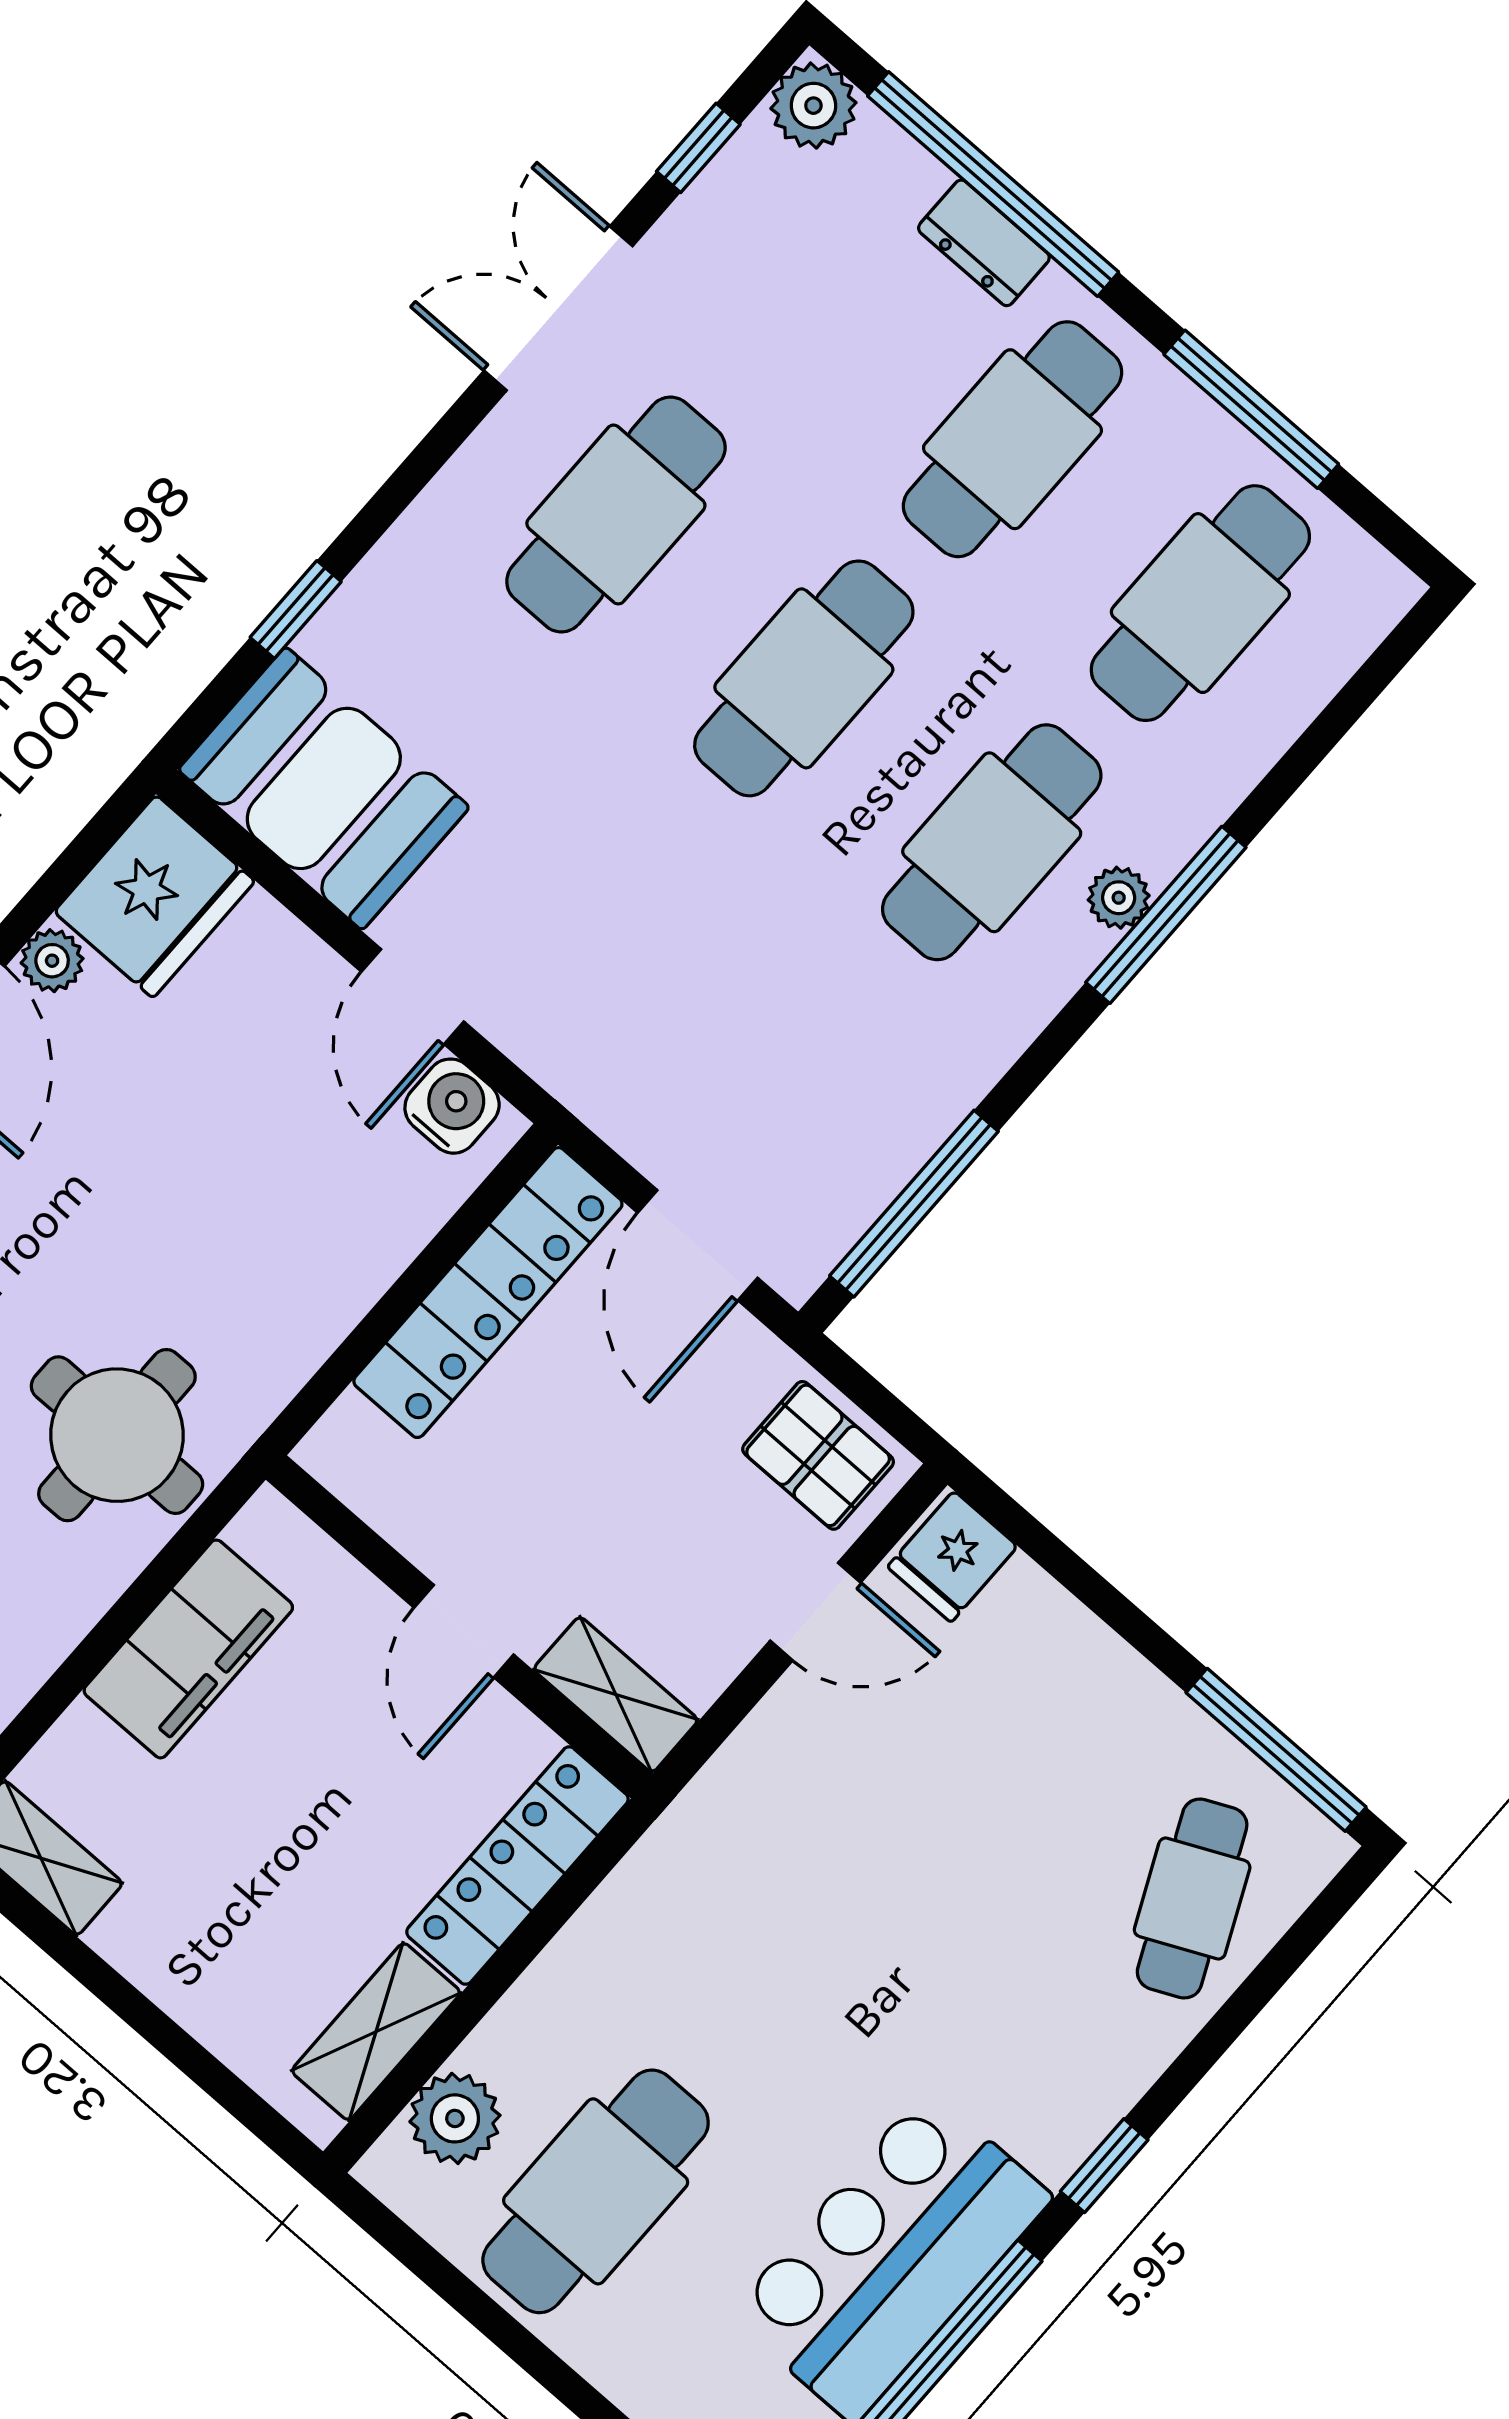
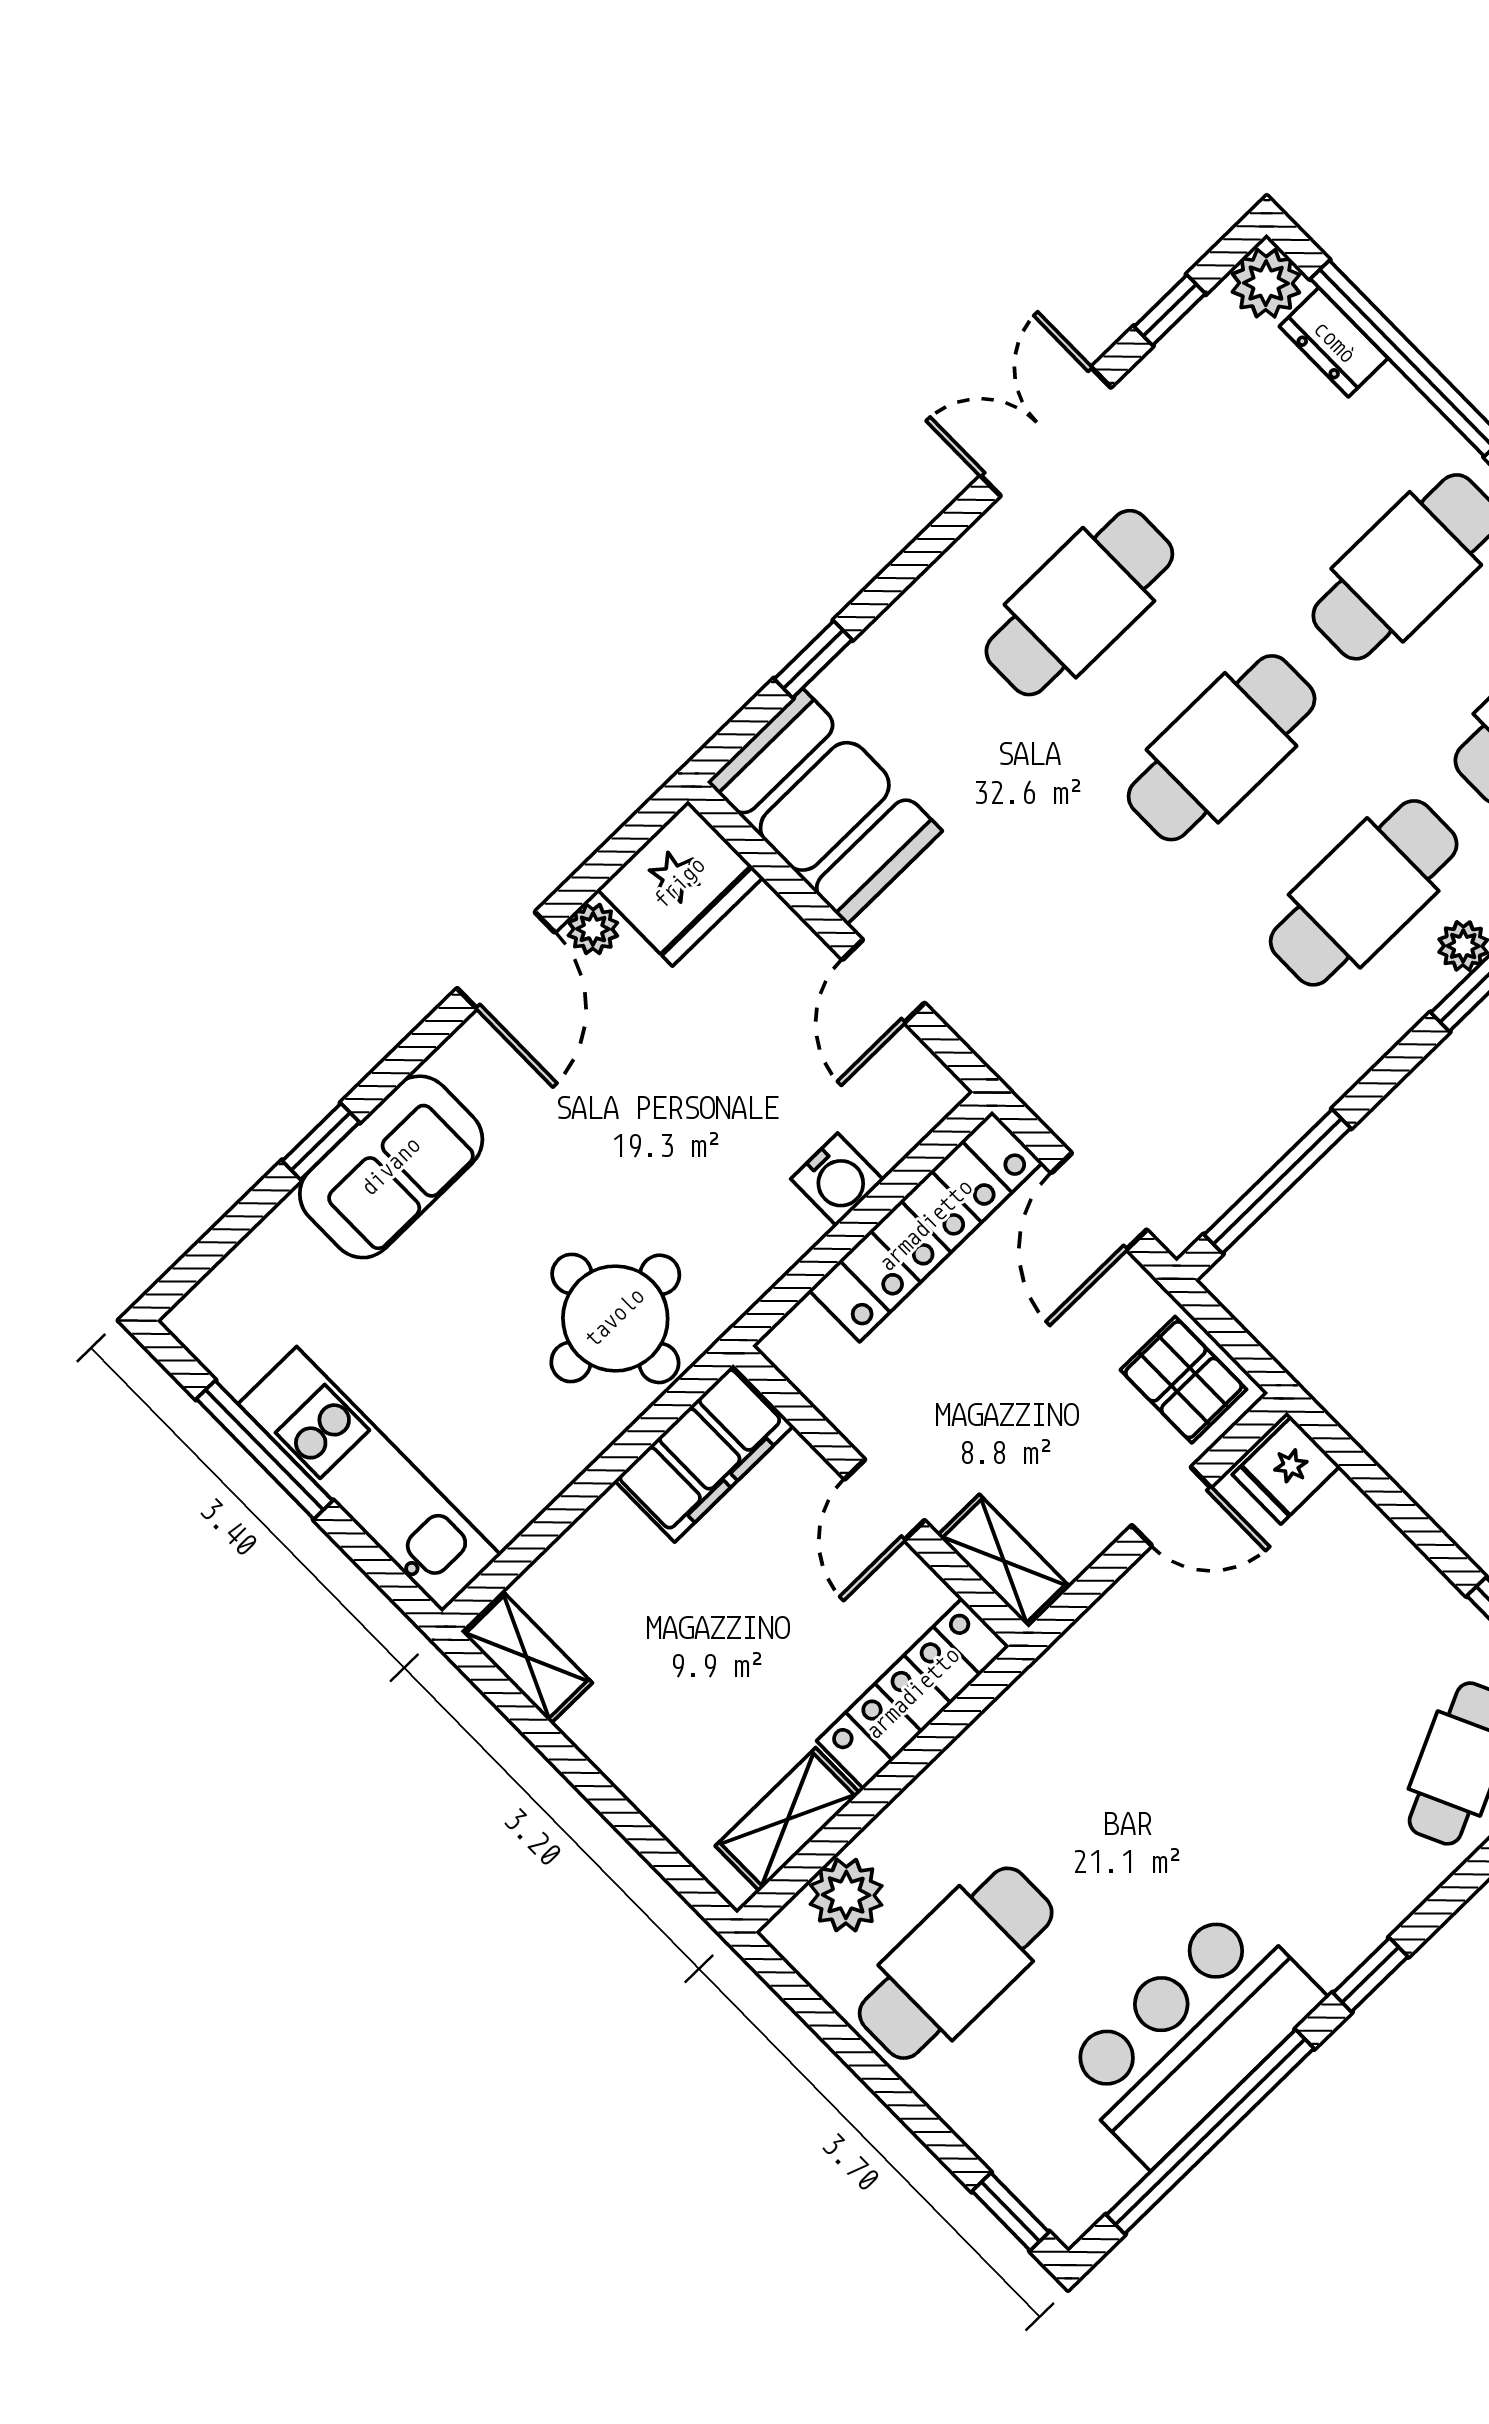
dresser: (984, 243) -> (1334, 342), moved
water cooler: (452, 1106) -> (837, 1179), moved, turned 90
filing cabinet: (188, 1649) -> (704, 1453), moved

